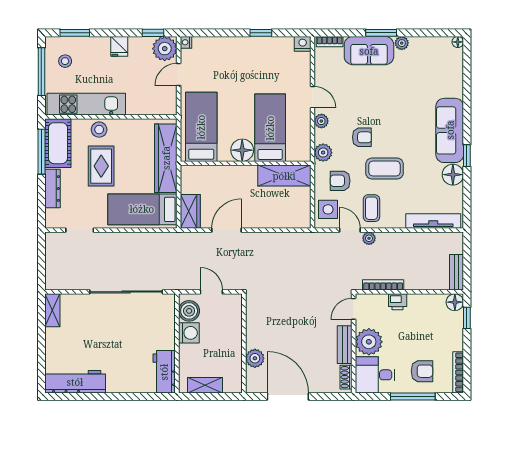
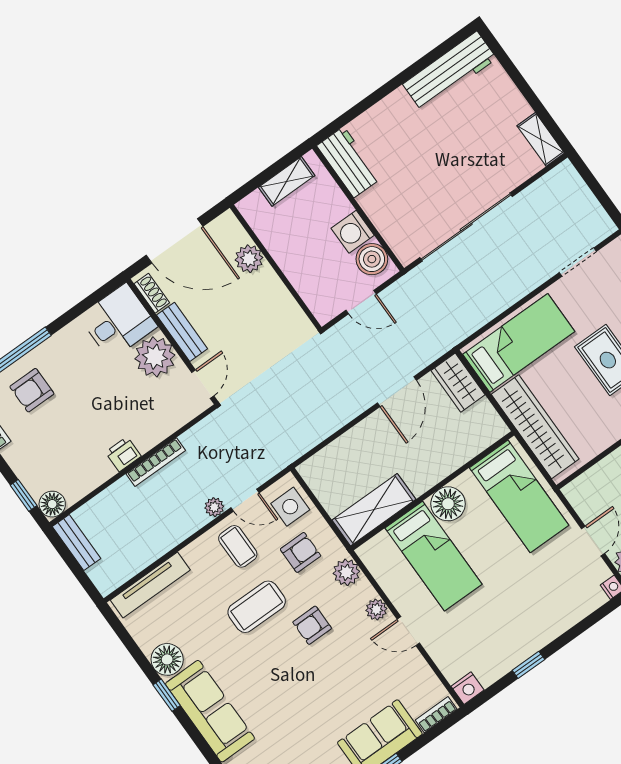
door: (354, 309) -> (203, 384), moved
plant: (369, 342) -> (155, 357), moved
wall: (354, 343) -> (172, 342), moved
bench: (345, 345) -> (182, 332), moved
desk: (375, 375) -> (118, 322), moved
shoe rack: (346, 377) -> (152, 293), moved

